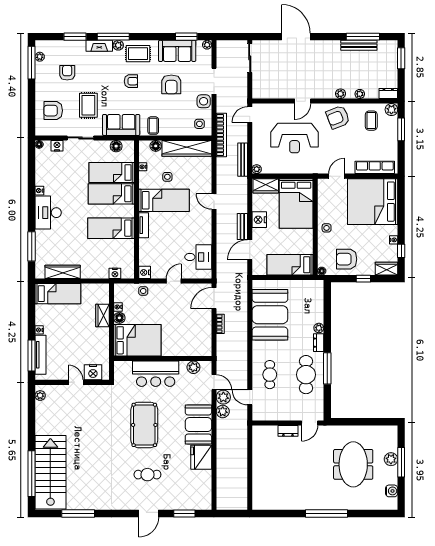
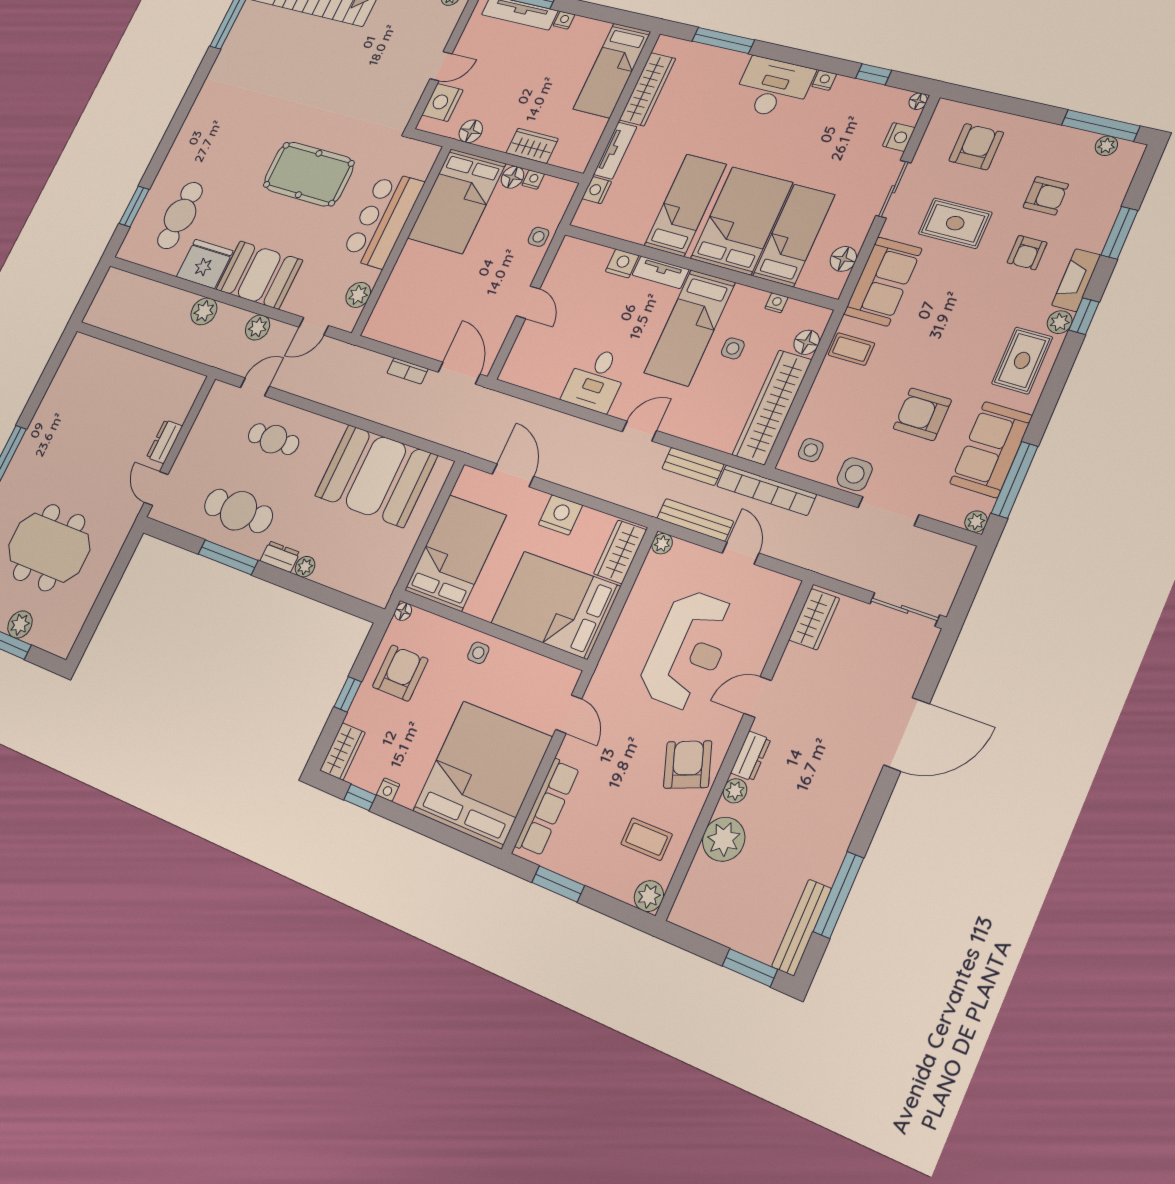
window: (113, 37) -> (1084, 316), width x0.46
window: (186, 37) -> (1015, 480), width x1.44
bench: (359, 45) -> (802, 927), moved
armchair: (131, 81) -> (1027, 253), moved
wardrobe: (265, 92) -> (814, 619), added
plant: (360, 94) -> (724, 839), width x1.88, depth x1.88
dresser: (388, 94) -> (751, 756), moved
door: (303, 101) -> (758, 697), hinge flipped
door: (250, 115) -> (741, 553), moved
window: (401, 129) -> (558, 884), moved
reception desk: (295, 138) -> (688, 650), turned 180
window: (32, 169) -> (874, 74), added
bed: (111, 194) -> (742, 221), width x1.50
bench: (242, 226) -> (693, 466), moved
desk: (198, 257) -> (596, 380), moved
bed: (290, 265) -> (455, 553), width x1.50
nightstand: (145, 272) -> (622, 263), moved
tv unit: (95, 273) -> (615, 151), added
floor lamp: (103, 350) -> (471, 131), added
plant: (223, 397) -> (204, 311), moved
cafe table: (147, 475) -> (180, 215), moved, width x1.37, depth x1.35
door: (149, 514) -> (167, 142), removed

